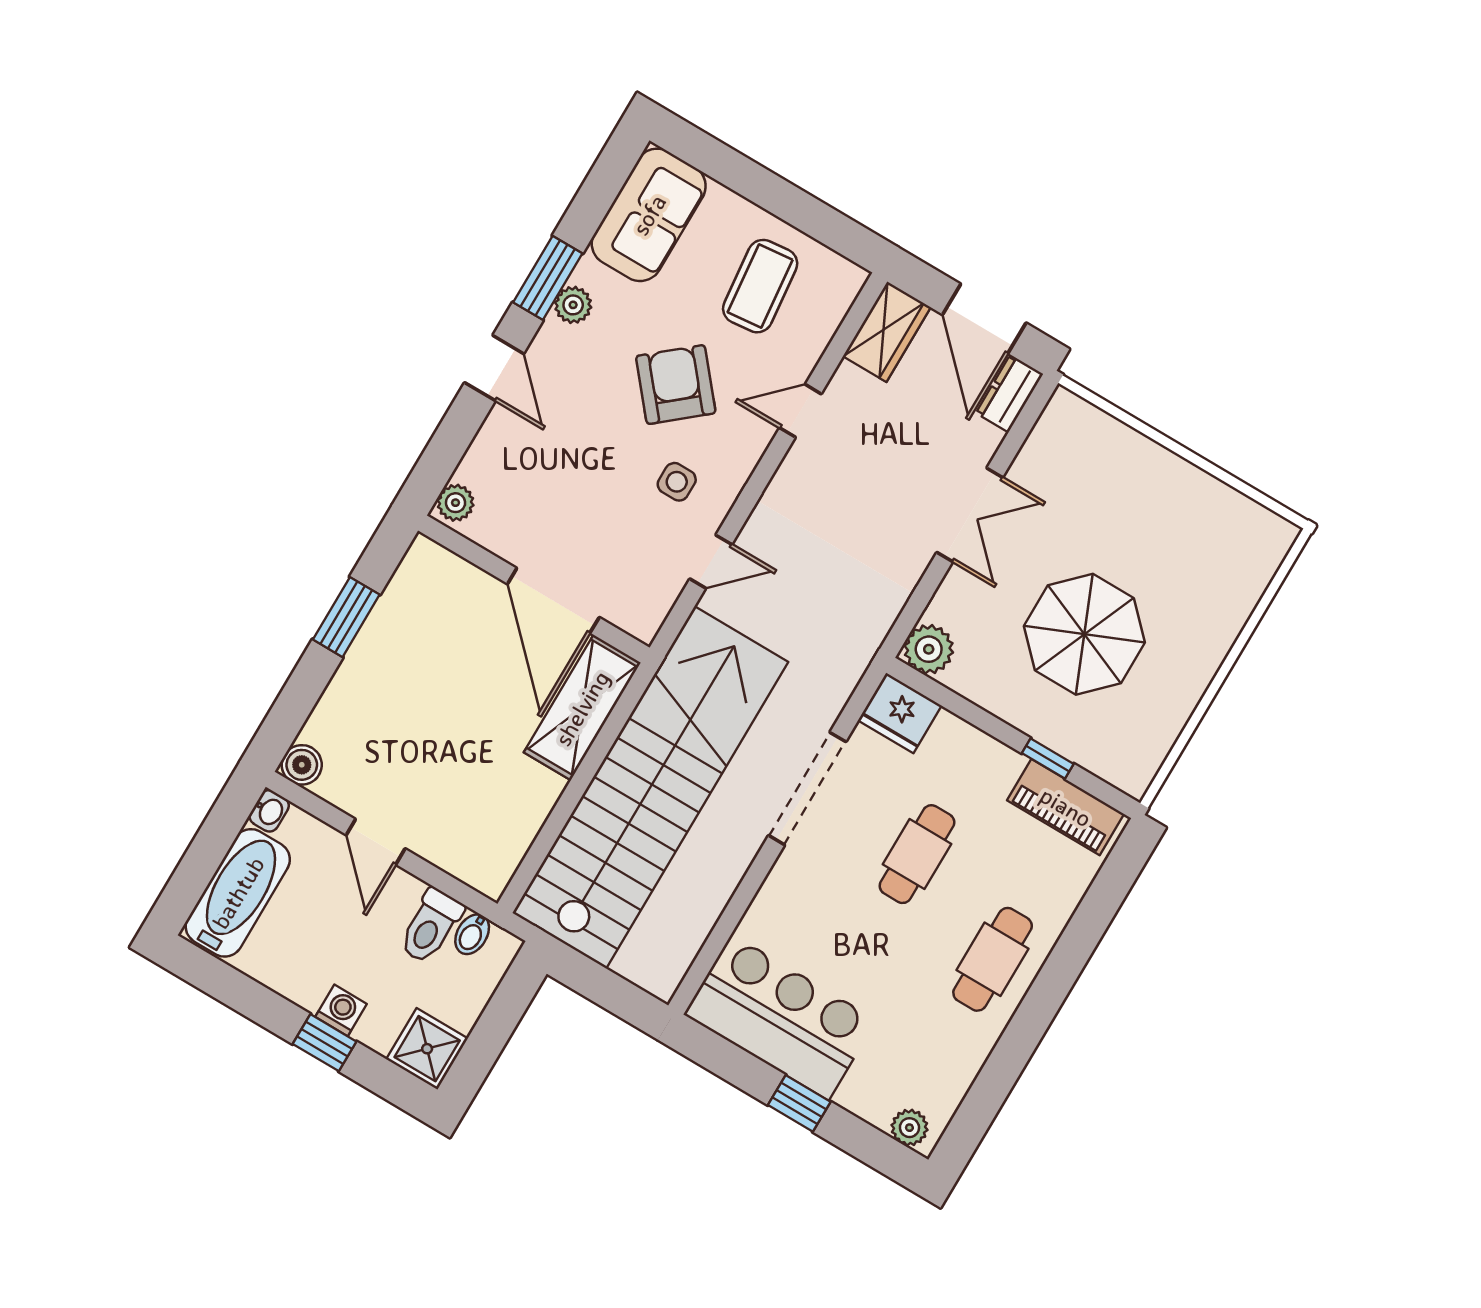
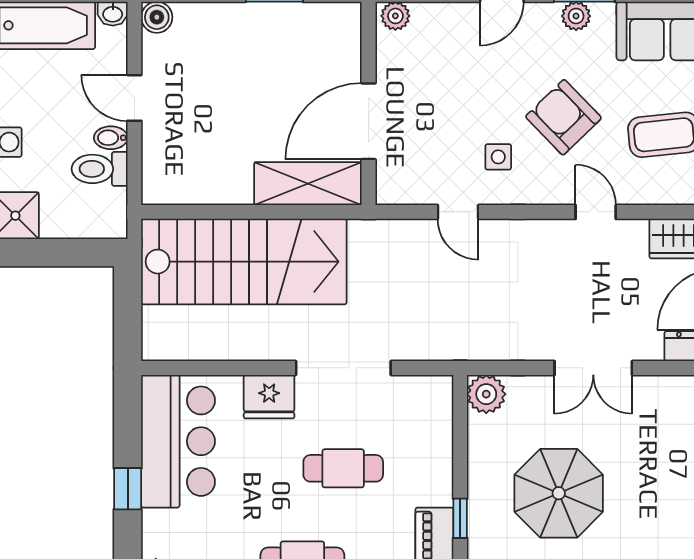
armchair: (676, 385) -> (563, 117), turned -94
fridge: (900, 713) -> (269, 397), moved, turned -90
stairs: (650, 787) -> (244, 262), width x0.73
door: (376, 842) -> (134, 98), hinge flipped
bidet: (472, 934) -> (111, 138), moved

